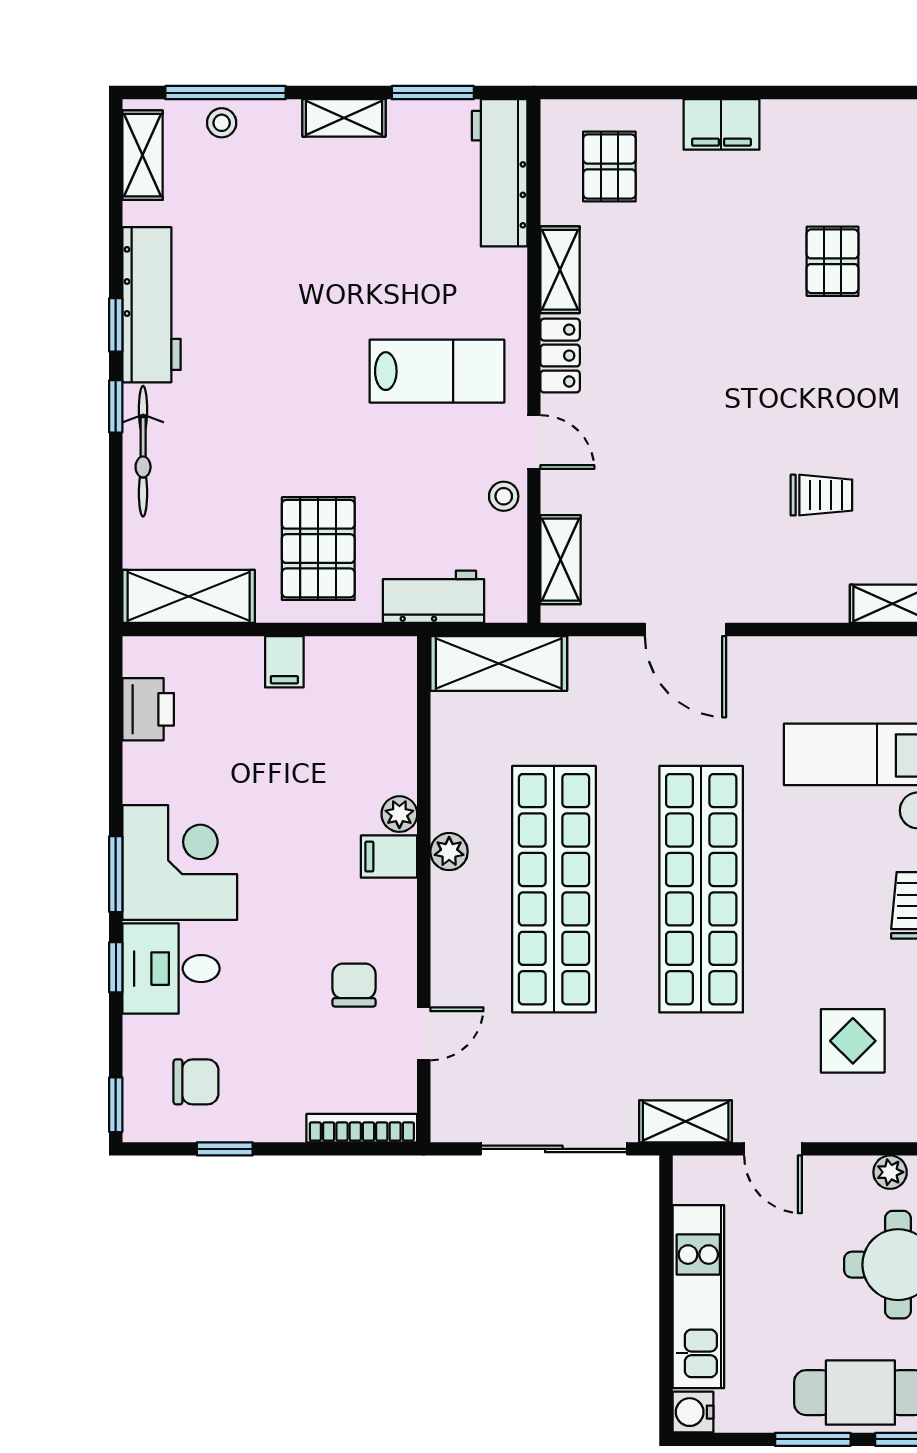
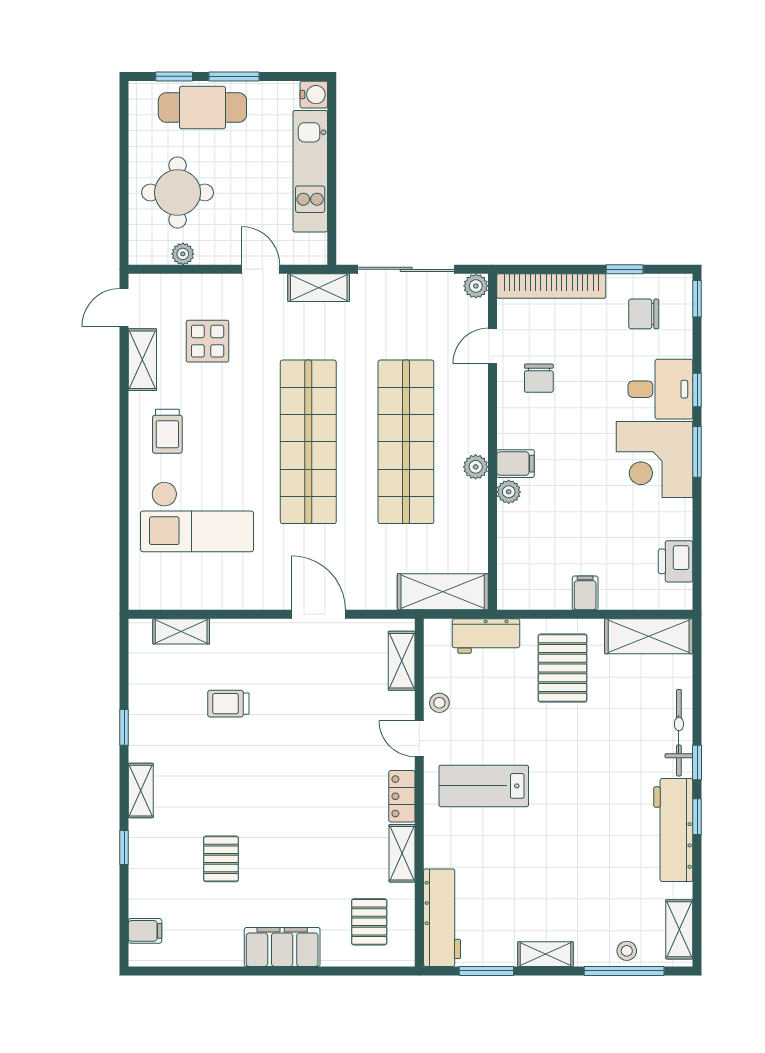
filing cabinet: (721, 124) -> (282, 947), width x1.50, depth x1.17
plant: (449, 1124) -> (476, 286), added
bookcase: (362, 1128) -> (551, 286), width x1.48, depth x1.31

